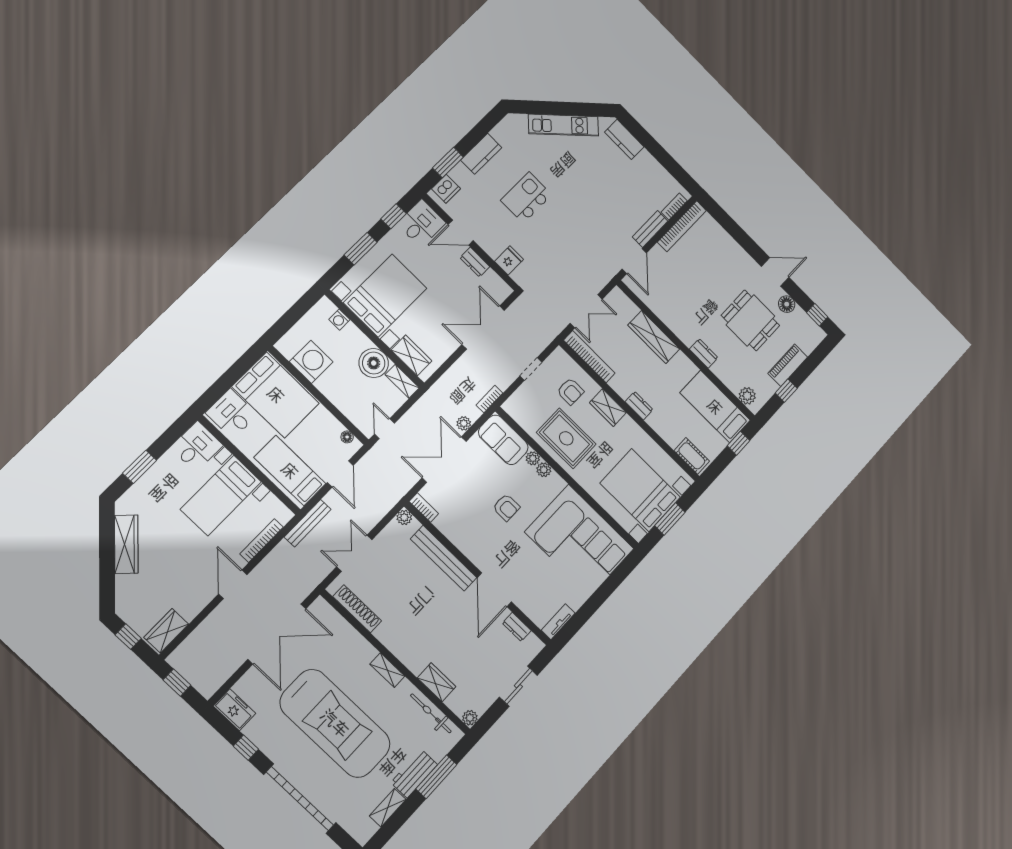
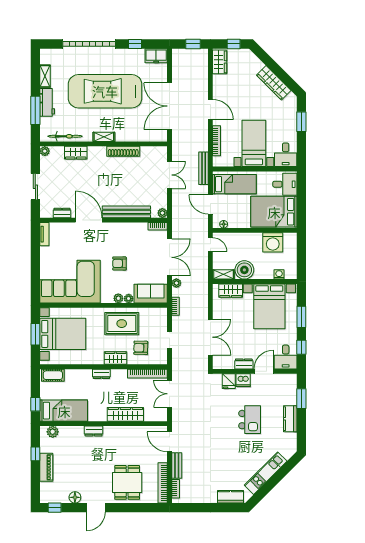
dishwasher: (446, 189) -> (243, 380), moved, turned -90
dining table: (750, 320) -> (127, 482), moved, turned 90
shoe rack: (357, 609) -> (123, 151), moved

